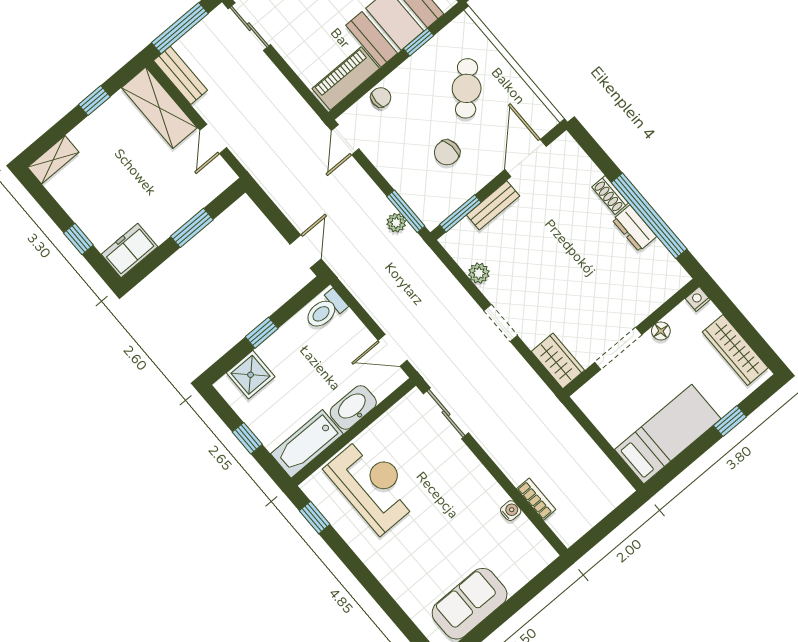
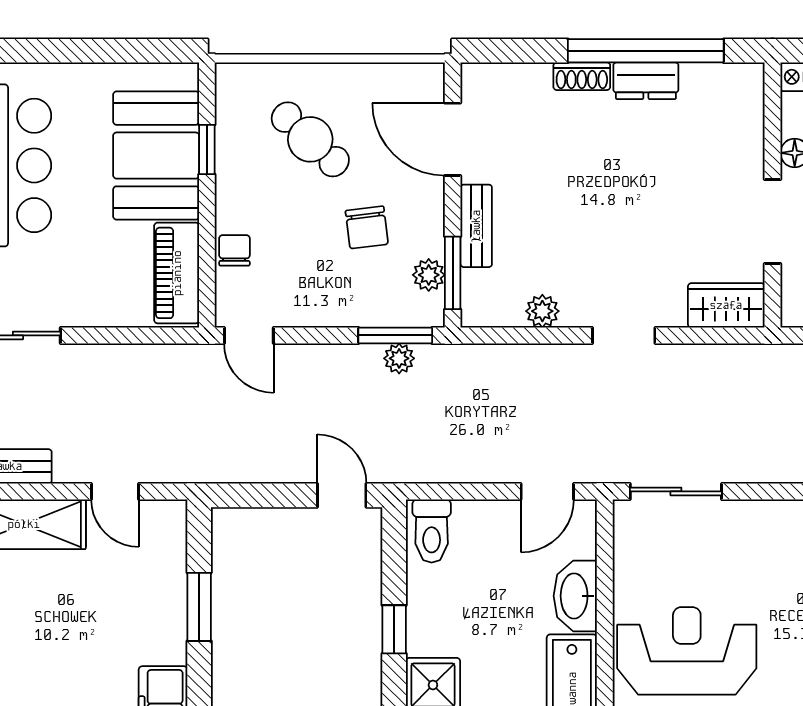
plant: (449, 203) -> (429, 275), added

